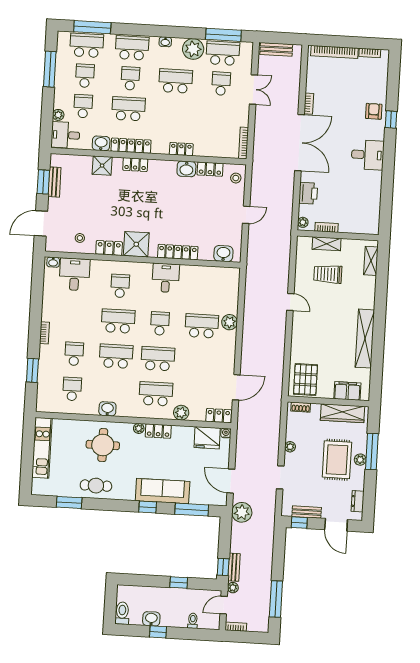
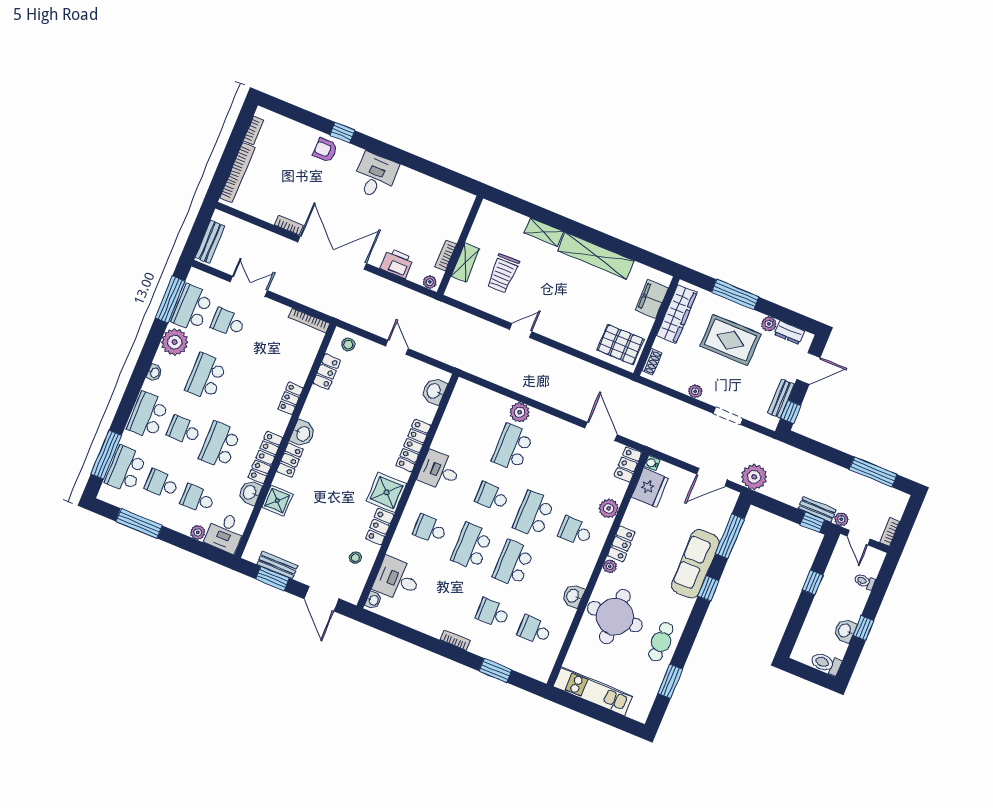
washbasin: (186, 169) -> (303, 434), moved
shelving: (371, 261) -> (544, 232), moved
school desk: (156, 394) -> (575, 531), width x0.54
round table: (103, 445) -> (615, 617), width x1.36, depth x1.36
plant: (360, 460) -> (769, 324), moved

